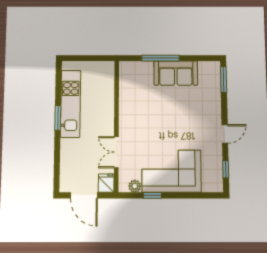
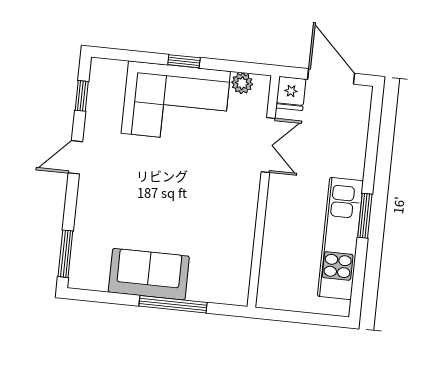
window: (152, 195) -> (184, 61), moved

